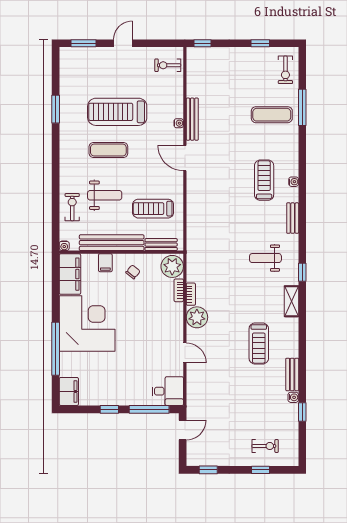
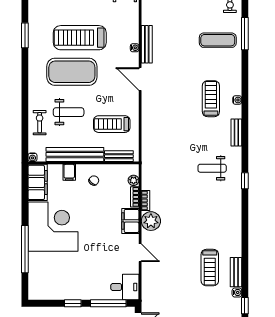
exercise mat: (108, 150) -> (72, 72), width x2.00, depth x1.45
plant: (172, 266) -> (134, 180), width x0.53, depth x0.53
shelving: (291, 301) -> (235, 207), removed
treadmill: (259, 343) -> (210, 268), moved
filing cabinet: (69, 391) -> (130, 221), moved, turned 180

